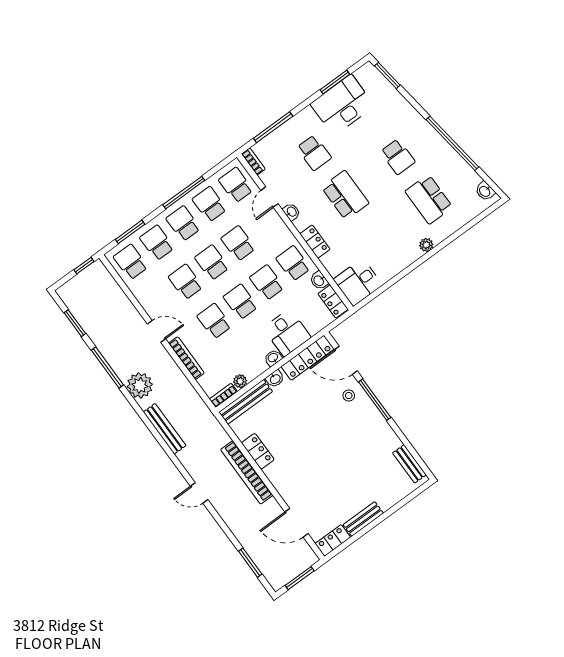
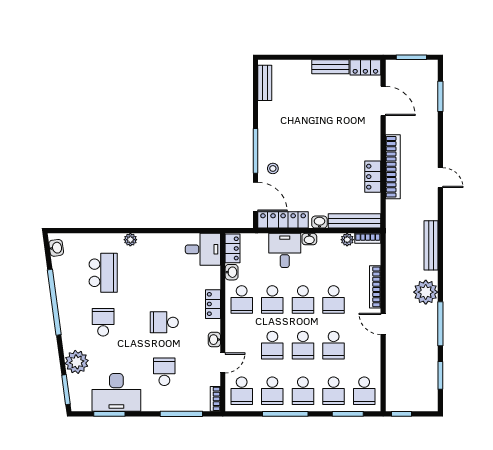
plant: (396, 106) -> (77, 362), added
school desk: (345, 195) -> (164, 322), width x0.54

